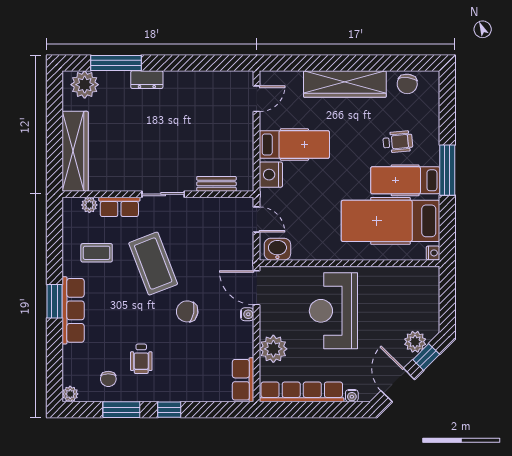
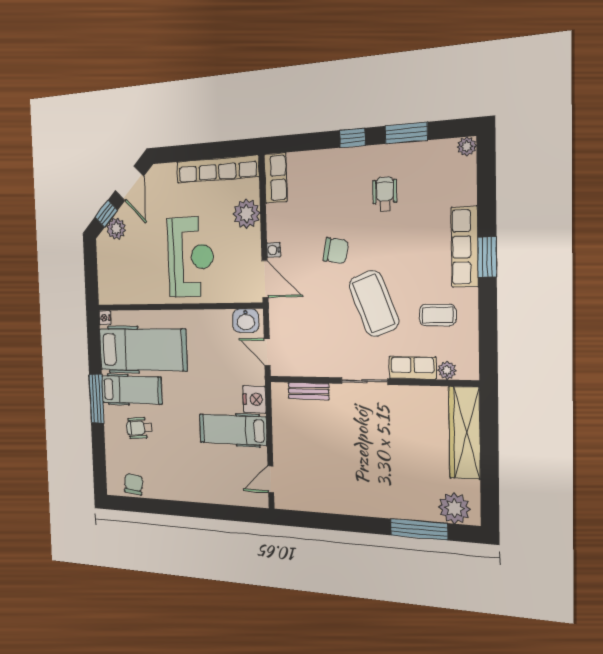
dresser: (147, 80) -> (385, 508), removed
wardrobe: (345, 84) -> (188, 488), removed
chair: (108, 379) -> (422, 168), removed
water cooler: (352, 396) -> (170, 169), removed

